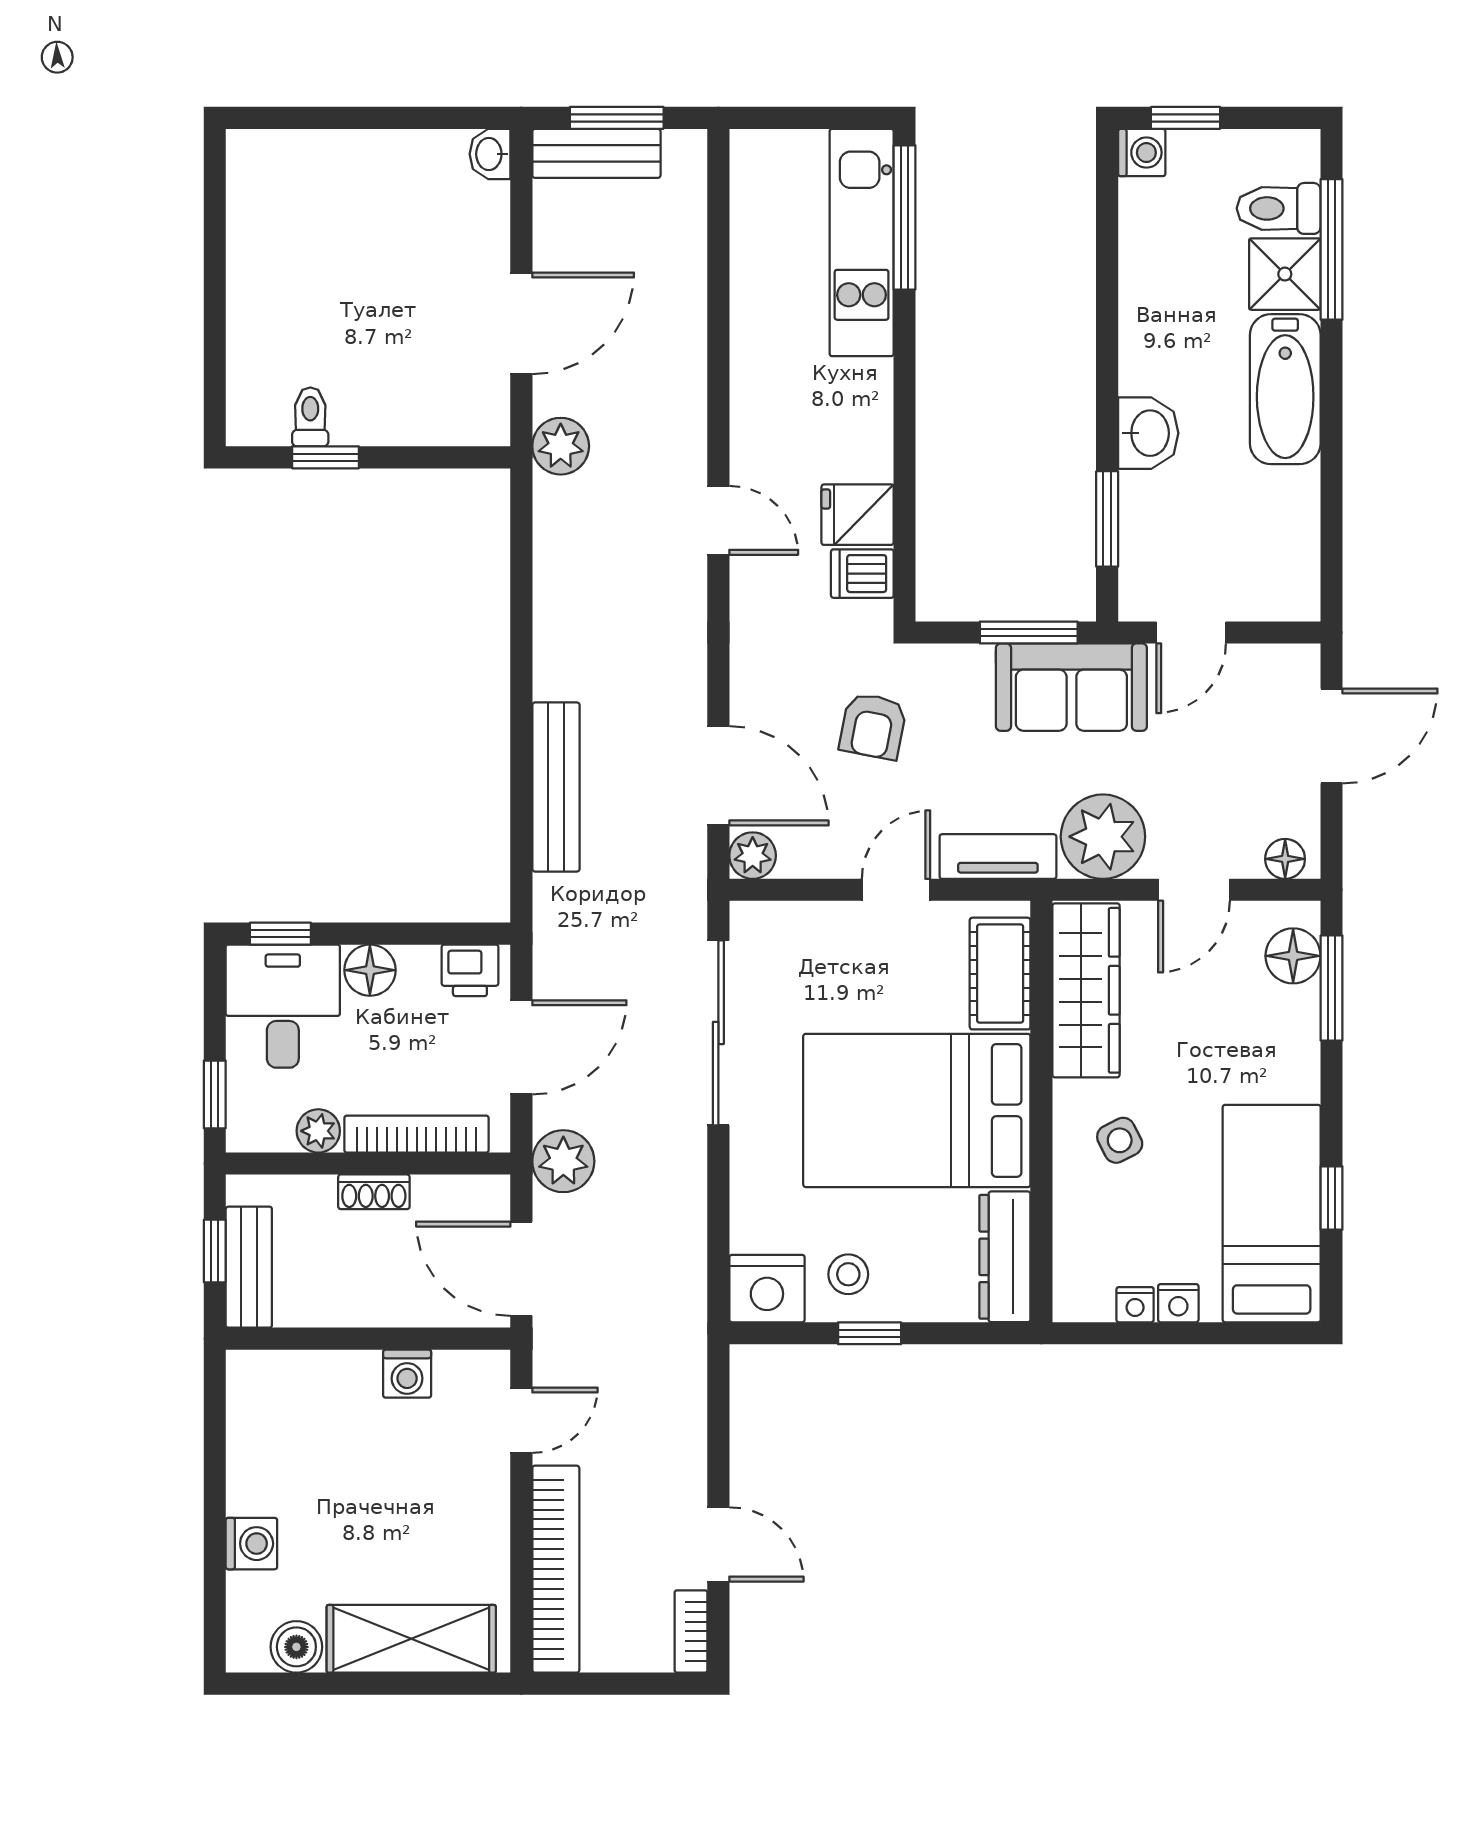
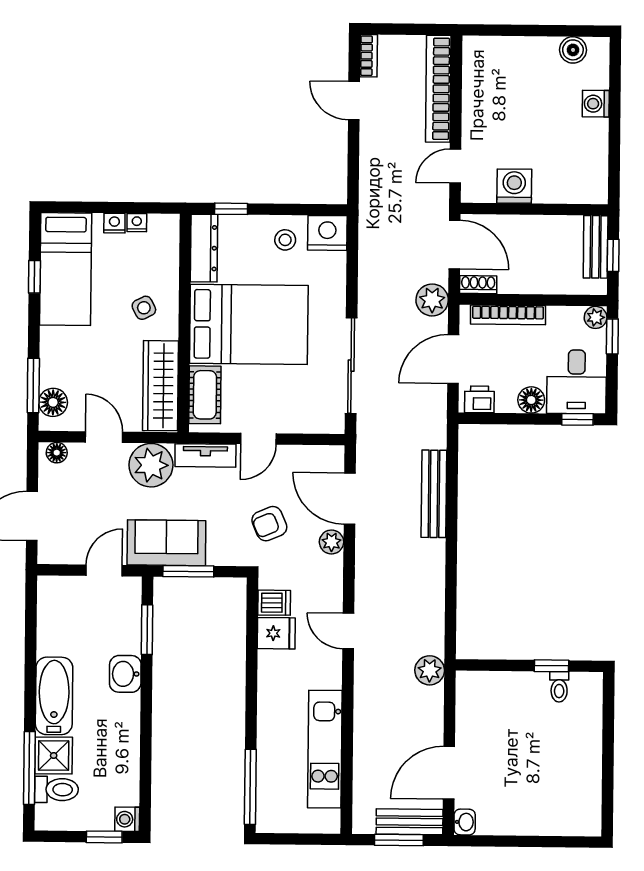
kitchen unit: (862, 242) -> (325, 749), moved, turned 180
door: (521, 323) -> (449, 773), moved
armchair: (873, 726) -> (269, 524), turned -124
plant: (753, 856) -> (332, 542), moved
door: (1194, 890) -> (104, 437), hinge flipped
plant: (318, 1131) -> (596, 317), moved
shoe rack: (374, 1192) -> (478, 285), moved
window: (870, 1333) -> (231, 209), moved
washing machine: (407, 1374) -> (514, 186), width x1.38, depth x1.38
shelving: (411, 1639) -> (514, 53), removed

